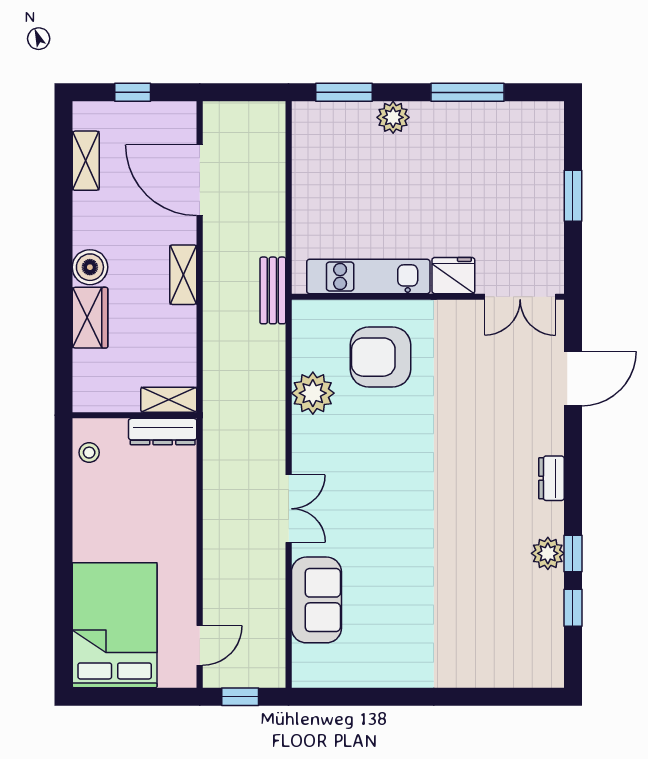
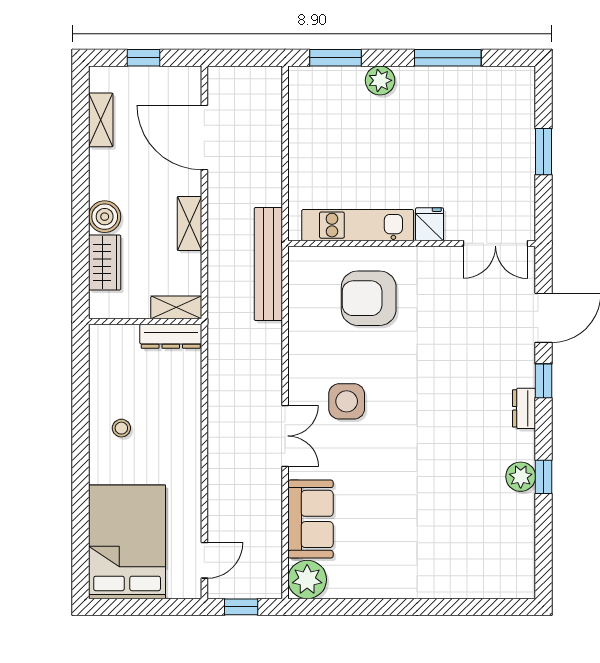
fridge: (453, 276) -> (430, 224), width x0.72
bench: (273, 290) -> (268, 264), width x1.86, depth x1.21
plant: (313, 393) -> (307, 580), moved
shelving: (169, 400) -> (176, 307), moved
wall: (135, 415) -> (145, 322), moved
dresser: (163, 432) -> (171, 336), moved
stool: (89, 453) -> (121, 428), moved
side table: (356, 471) -> (347, 401), added
window: (573, 608) -> (544, 381), moved

